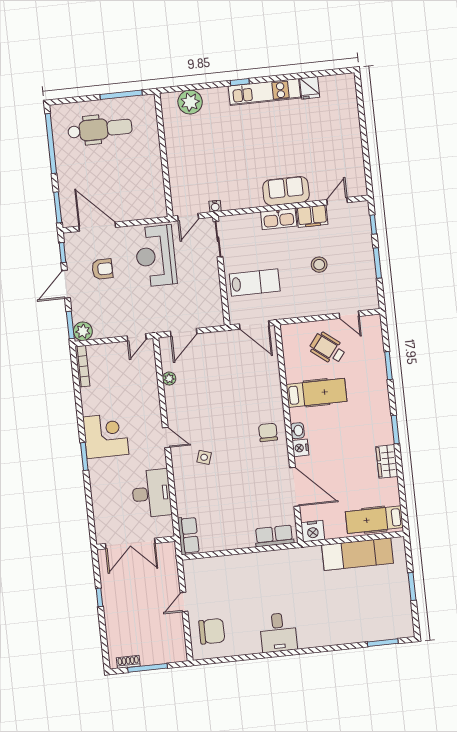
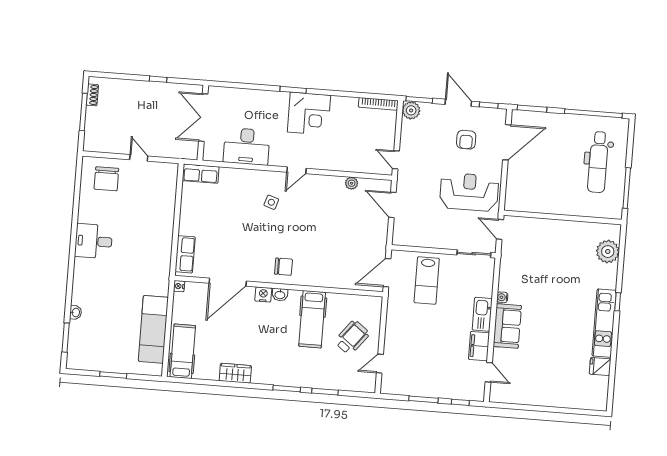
water cooler: (215, 206) -> (502, 297), moved
stool: (319, 265) -> (432, 344), removed
window: (395, 429) -> (287, 389), moved
nightstand: (313, 531) -> (179, 286), width x0.53, depth x0.56
washbasin: (355, 637) -> (76, 312), added

